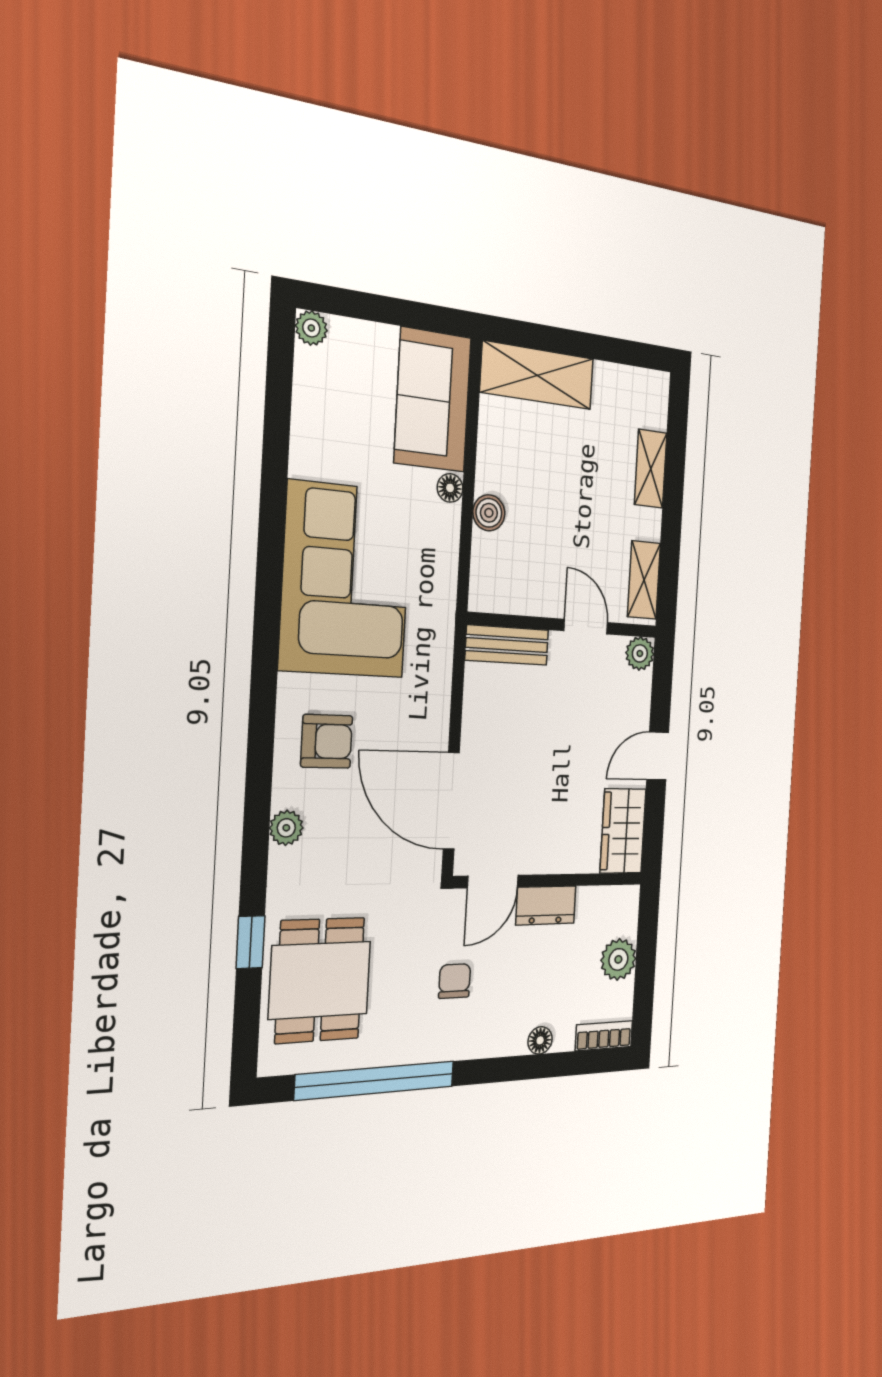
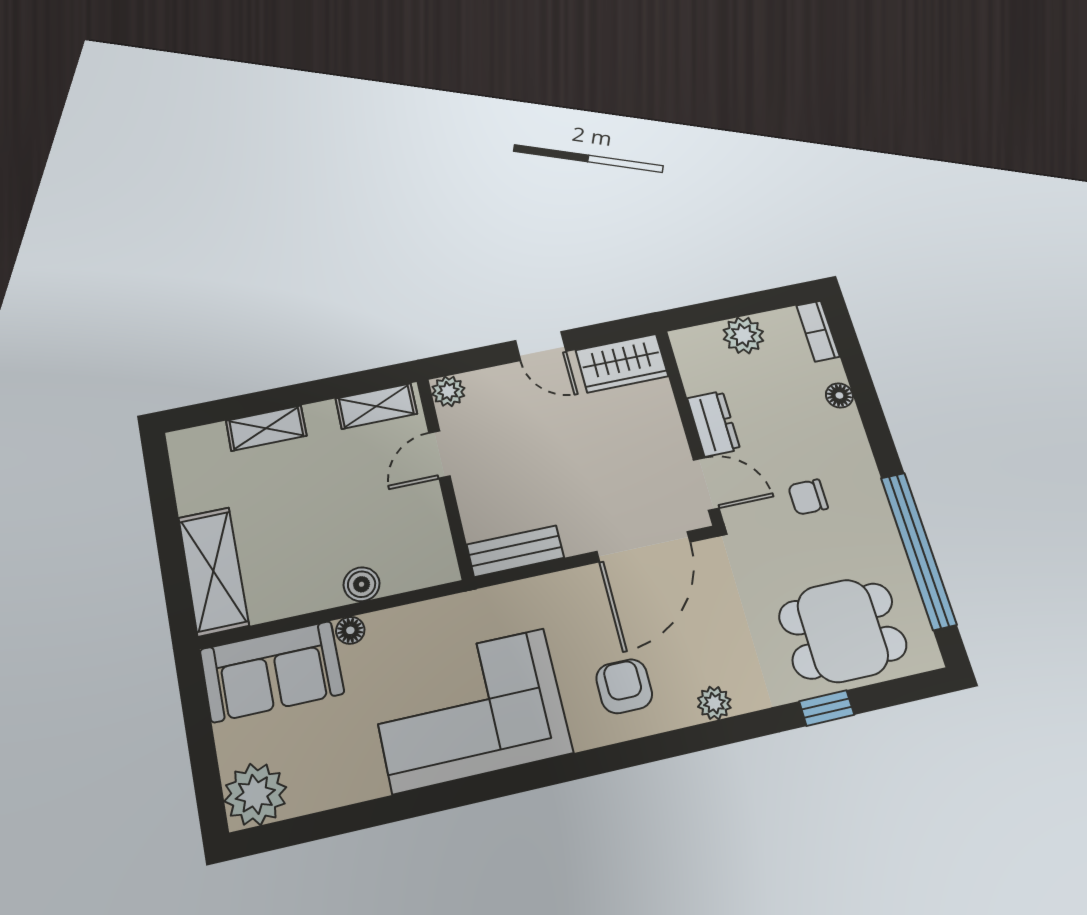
plant: (311, 328) -> (255, 794), width x1.88, depth x1.88
bench: (507, 645) -> (515, 551), moved, turned 90

